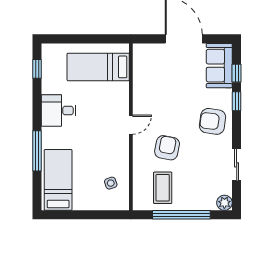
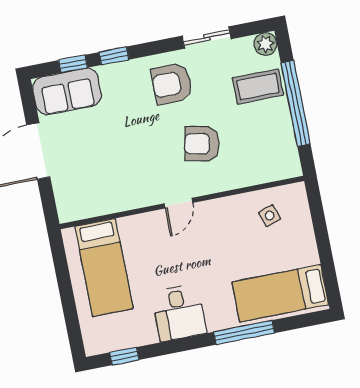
armchair: (213, 121) -> (172, 84), moved, turned 82
door: (131, 125) -> (179, 203), swing flipped
coffee table: (163, 188) -> (258, 87), moved

